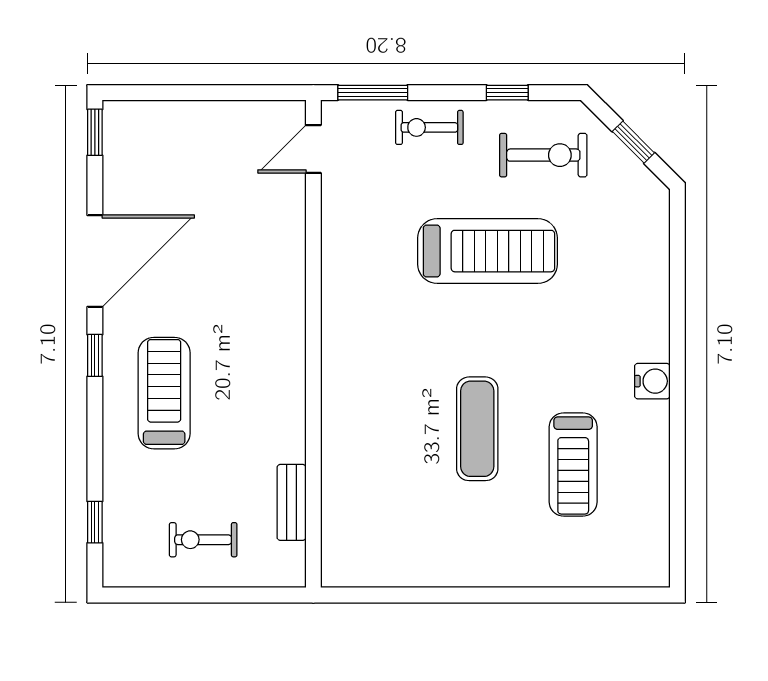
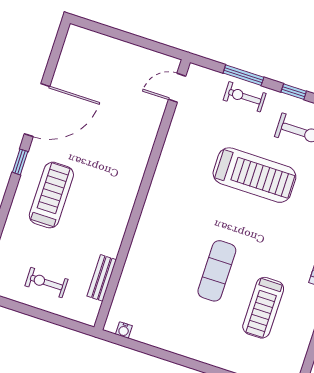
window: (373, 93) -> (243, 75), moved
window: (95, 132) -> (60, 39), removed
water cooler: (356, 576) -> (124, 330), added

